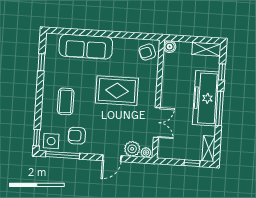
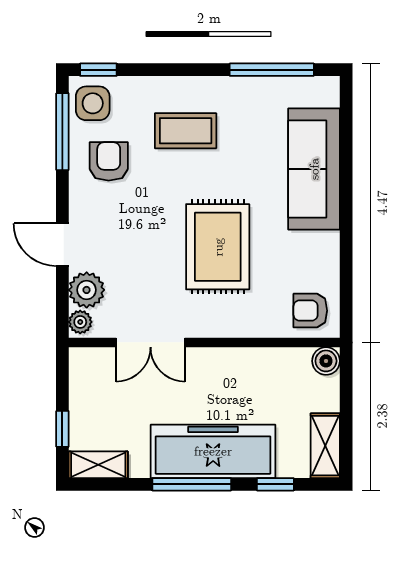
armchair: (147, 52) -> (310, 311), turned -68
window: (41, 62) -> (272, 70), width x2.17

